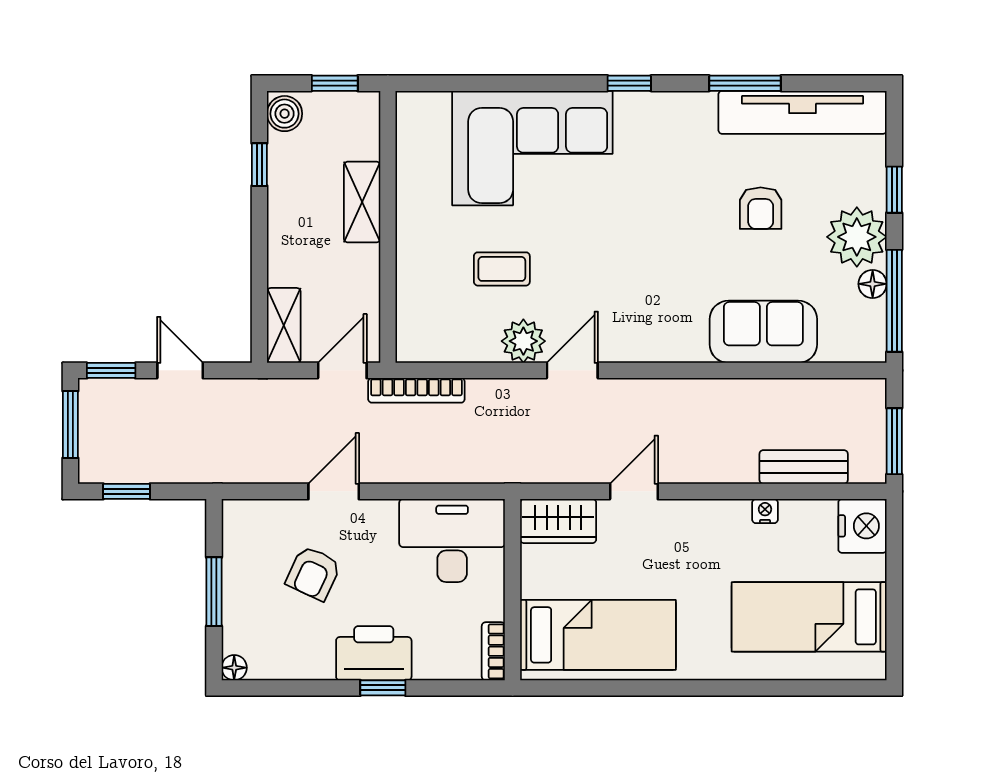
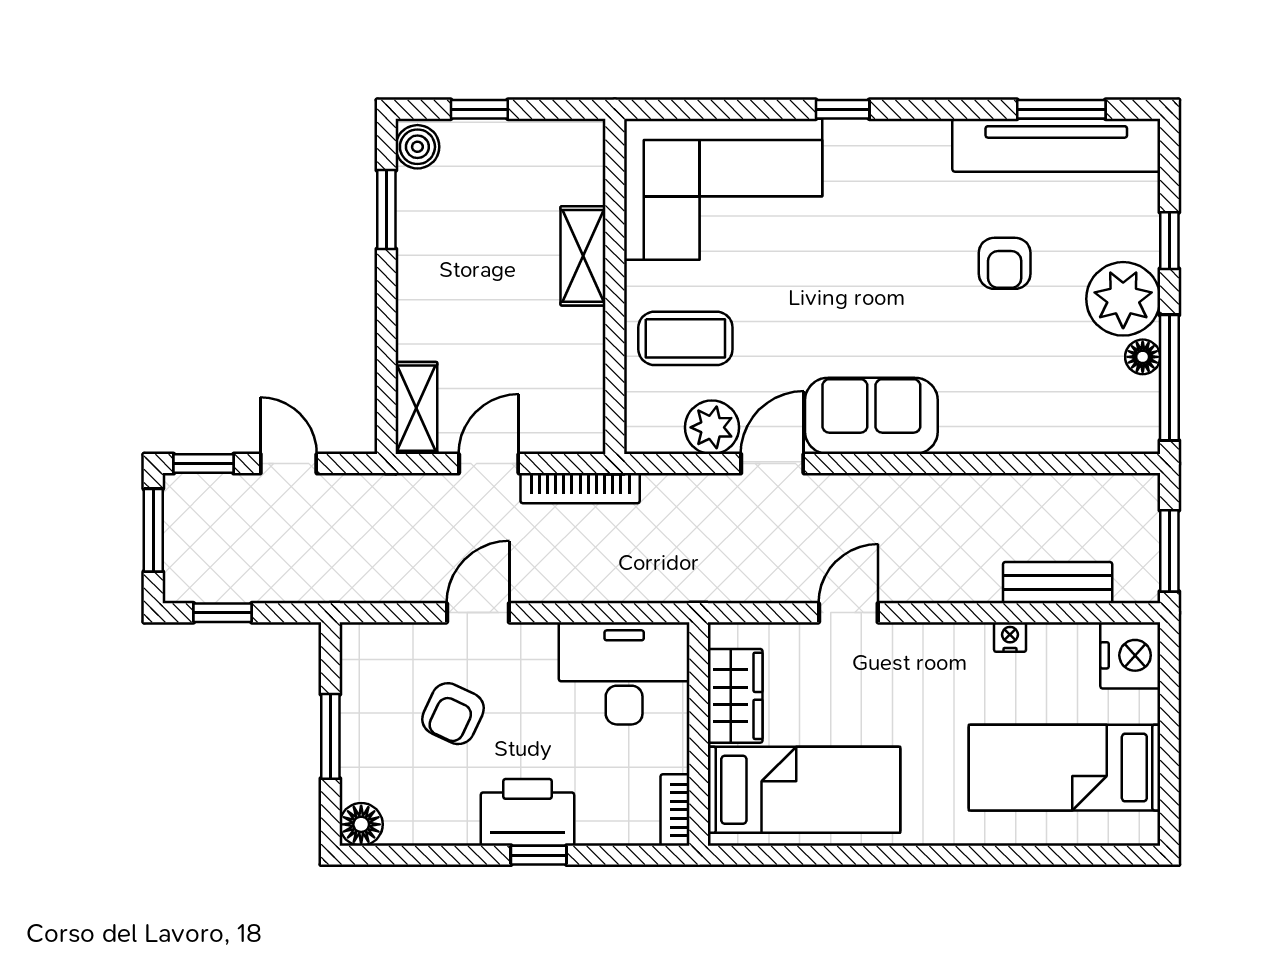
window: (745, 83) -> (1061, 109), moved
window: (259, 165) -> (386, 210), width x1.50
shelving: (362, 202) -> (583, 256), moved
wall: (388, 227) -> (615, 286), moved
coffee table: (502, 269) -> (685, 338), width x1.36, depth x1.30
sofa: (763, 332) -> (871, 416), moved
wardrobe: (558, 521) -> (735, 696), moved, turned -90
floor lamp: (234, 668) -> (361, 824), width x1.37, depth x1.37

